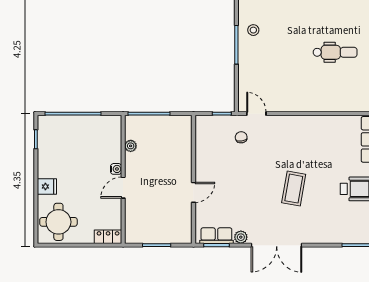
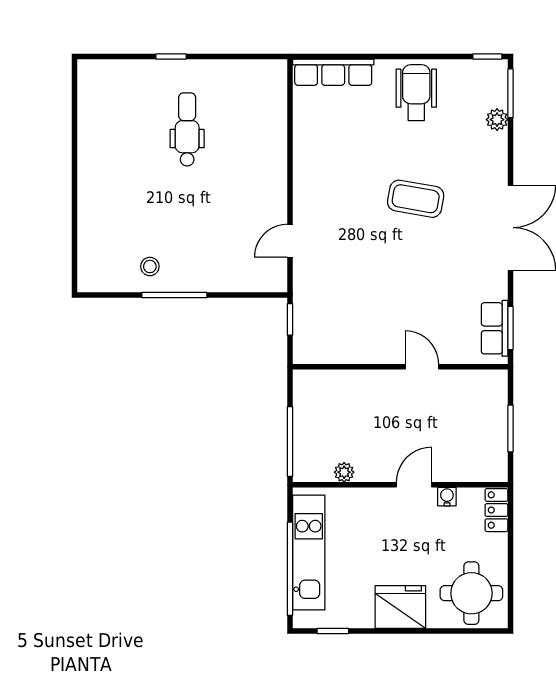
door: (256, 114) -> (290, 241), moved
kitchen unit: (83, 125) -> (309, 553), added
chair: (241, 137) -> (330, 287), removed
water cooler: (116, 169) -> (447, 497), moved
fridge: (47, 186) -> (400, 607), width x1.88, depth x1.34
door: (123, 188) -> (414, 485), swing flipped
plant: (241, 237) -> (497, 120), moved

